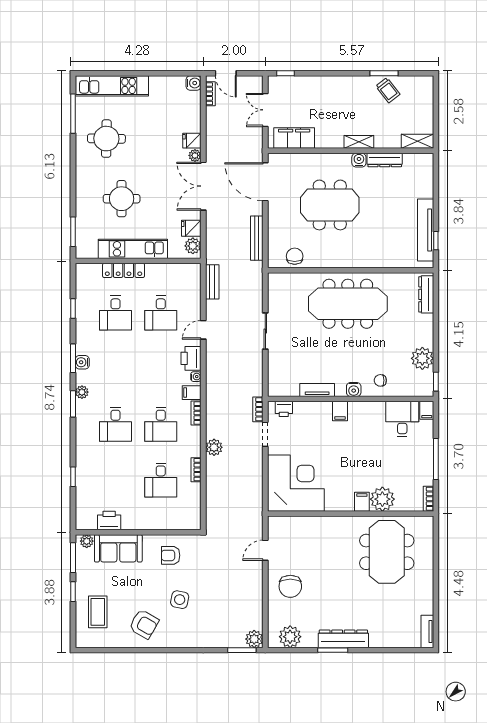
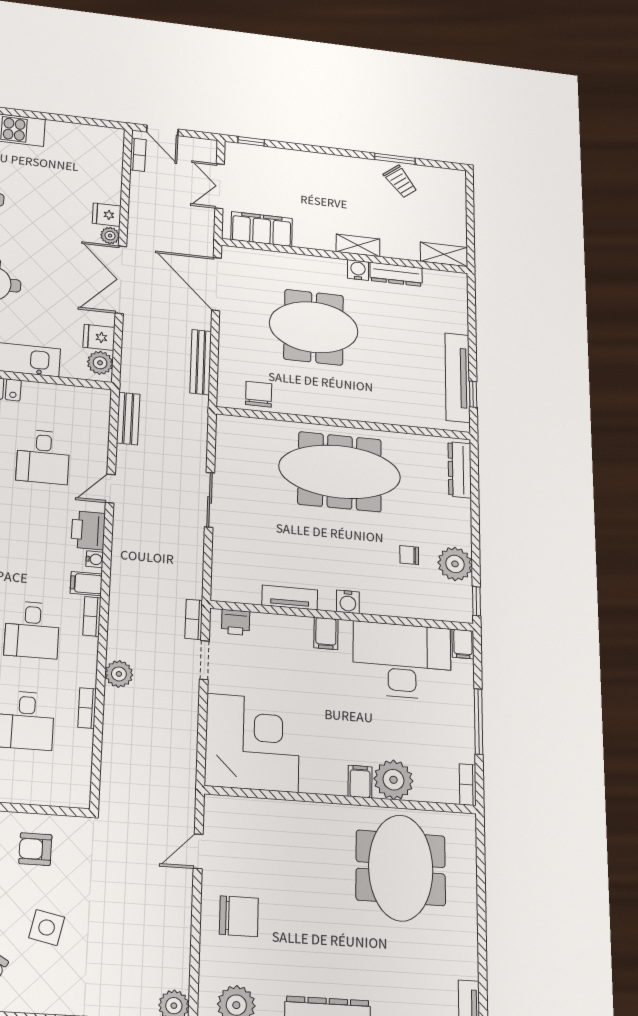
water cooler: (194, 83) -> (113, 137), removed
chair: (380, 380) -> (409, 555), moved
desk: (402, 419) -> (402, 661), width x1.87, depth x1.30
chair: (290, 586) -> (239, 916), turned -90

